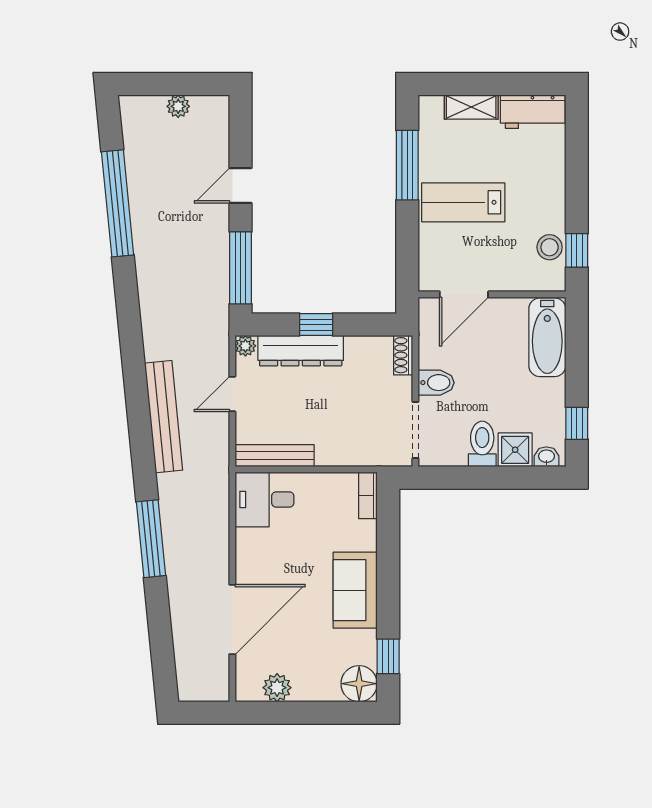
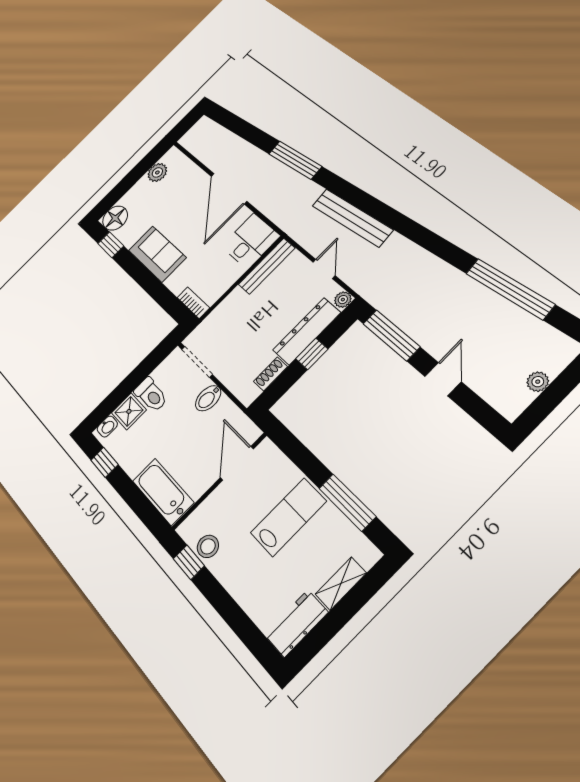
shoe rack: (403, 355) -> (270, 374), moved, turned -90
door: (232, 619) -> (229, 189), moved

